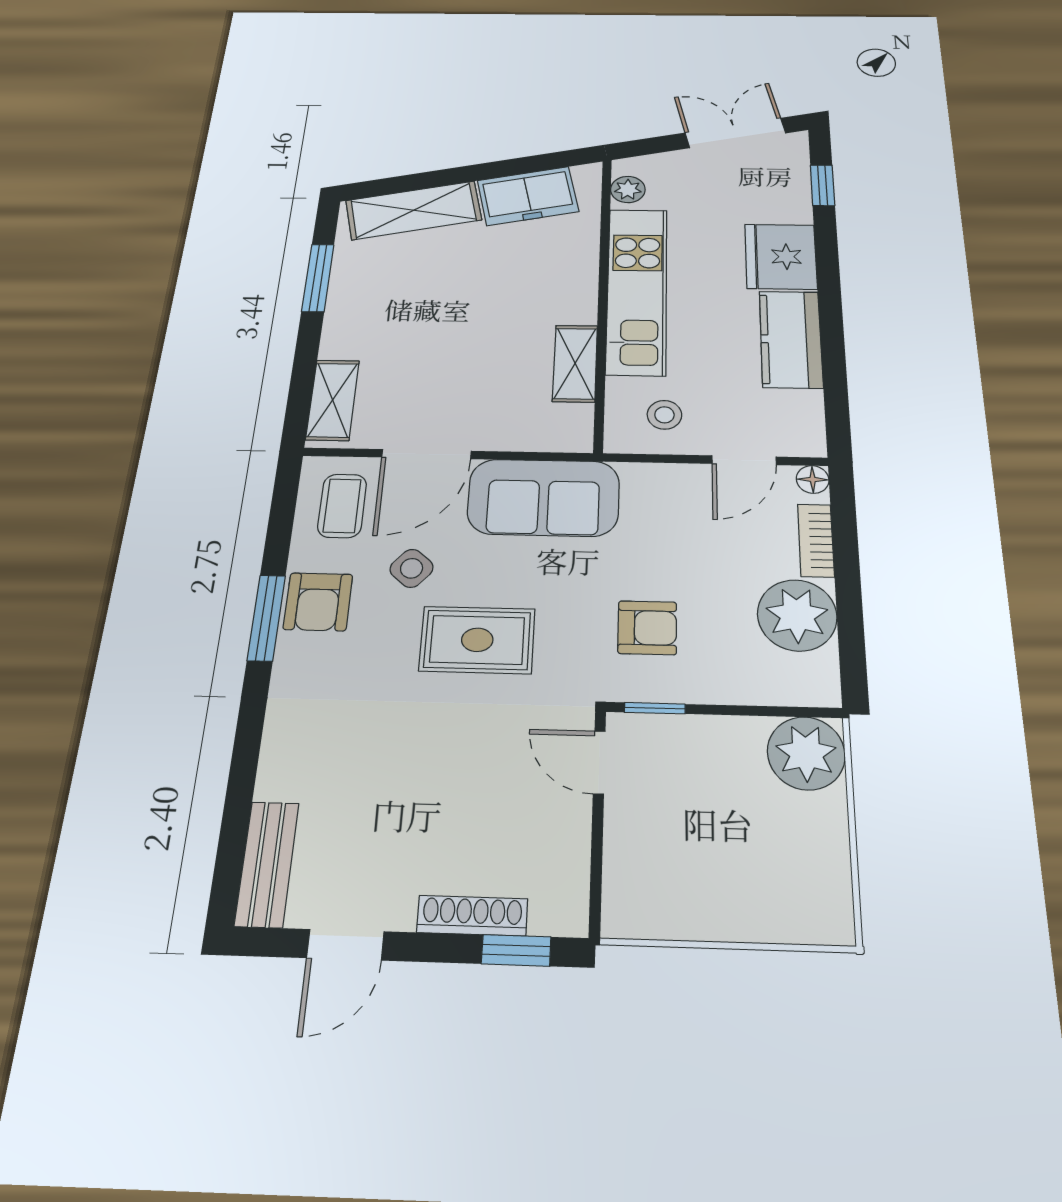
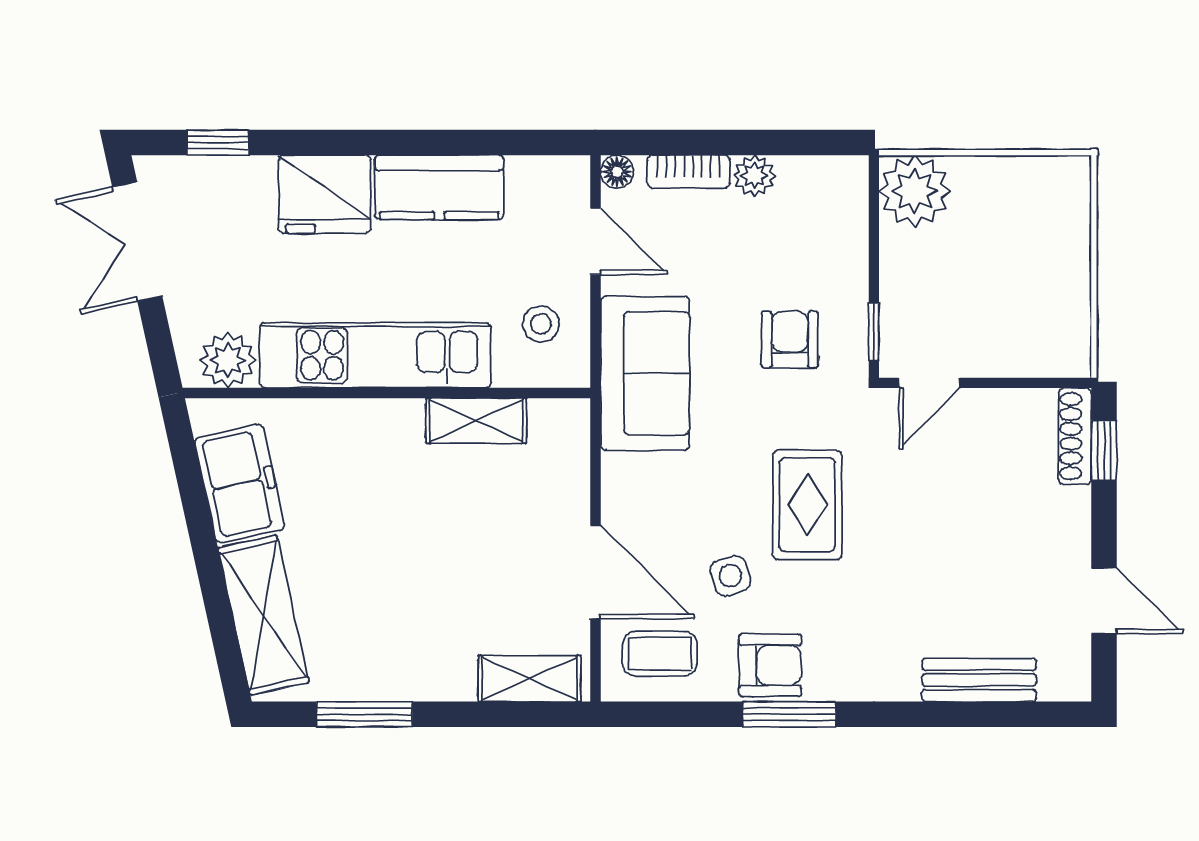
plant: (628, 189) -> (228, 360), width x1.38, depth x1.38
sofa: (544, 497) -> (645, 373), moved
side table: (412, 568) -> (730, 576), turned 32
plant: (797, 615) -> (755, 176), width x0.53, depth x0.53
bench: (267, 864) -> (979, 680), moved
shoe rack: (472, 916) -> (1075, 436), moved

